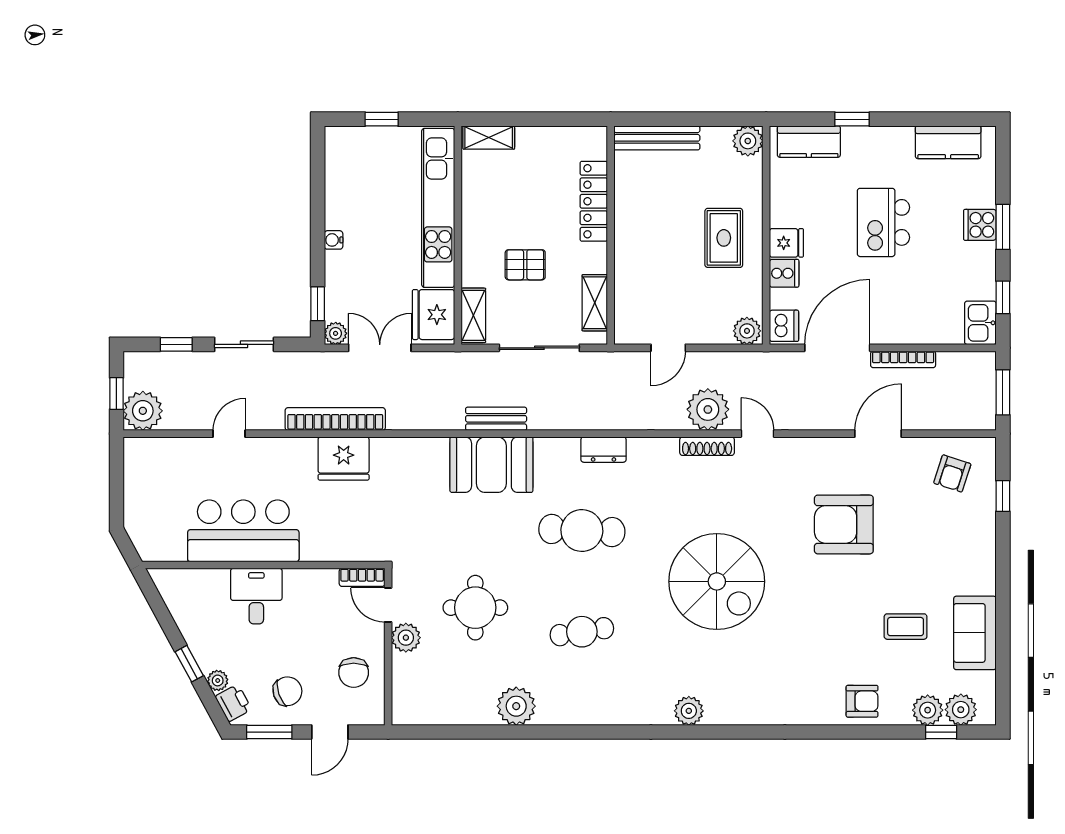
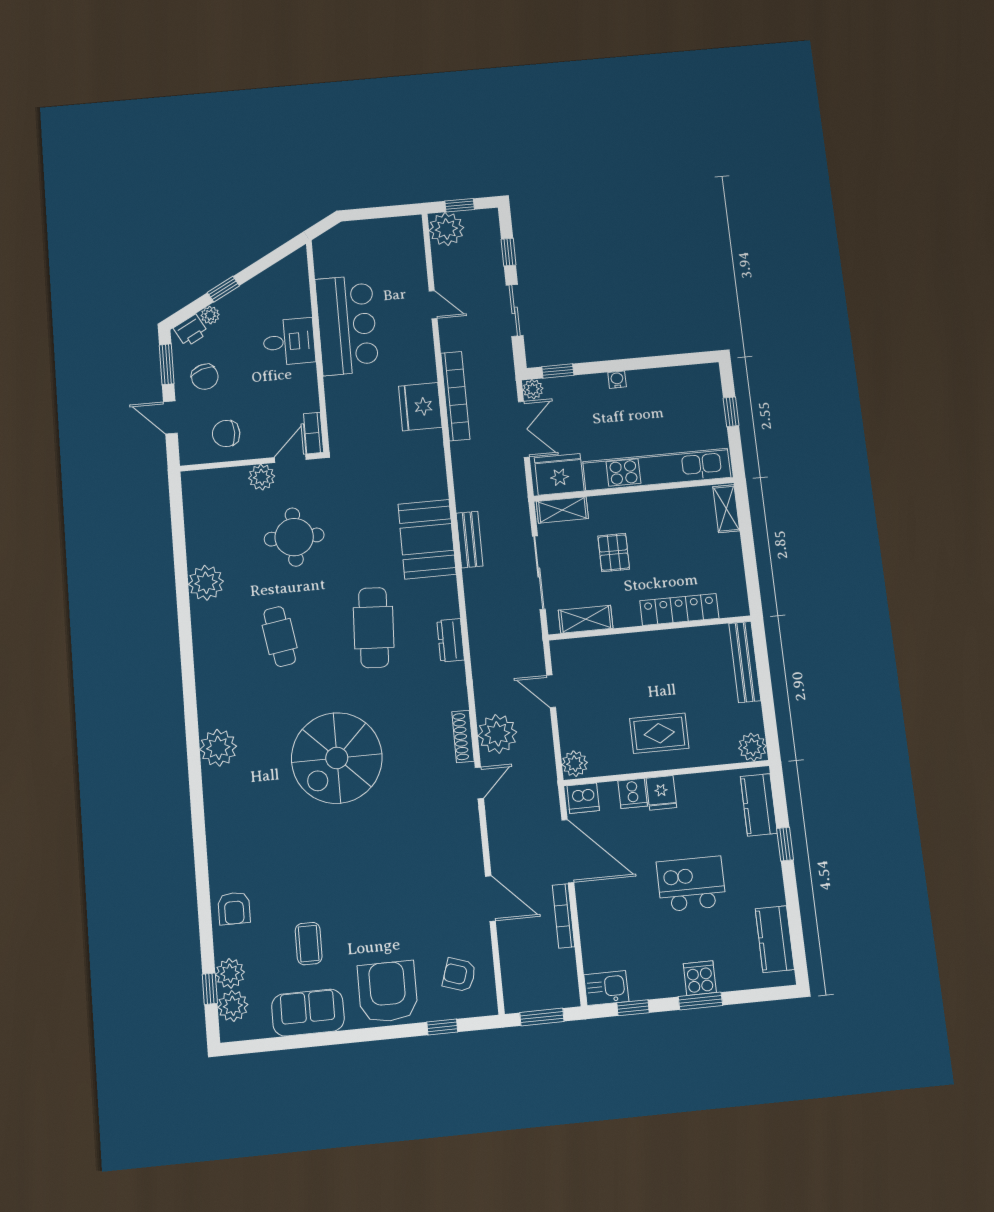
armchair: (844, 524) -> (388, 992), moved
plant: (689, 711) -> (218, 748), width x1.36, depth x1.36

